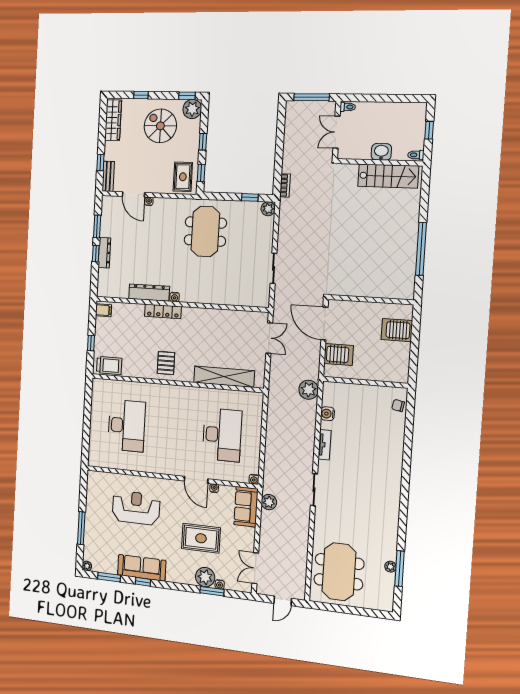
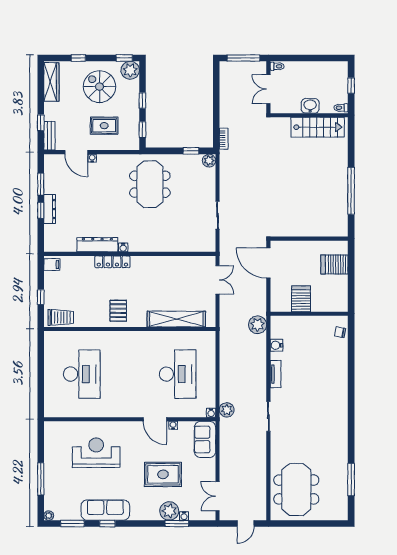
rug: (183, 177) -> (104, 126), moved, turned 90
server rack: (339, 354) -> (301, 299), moved, turned -90
plant: (269, 502) -> (227, 410), moved
plant: (390, 567) -> (343, 479), removed

